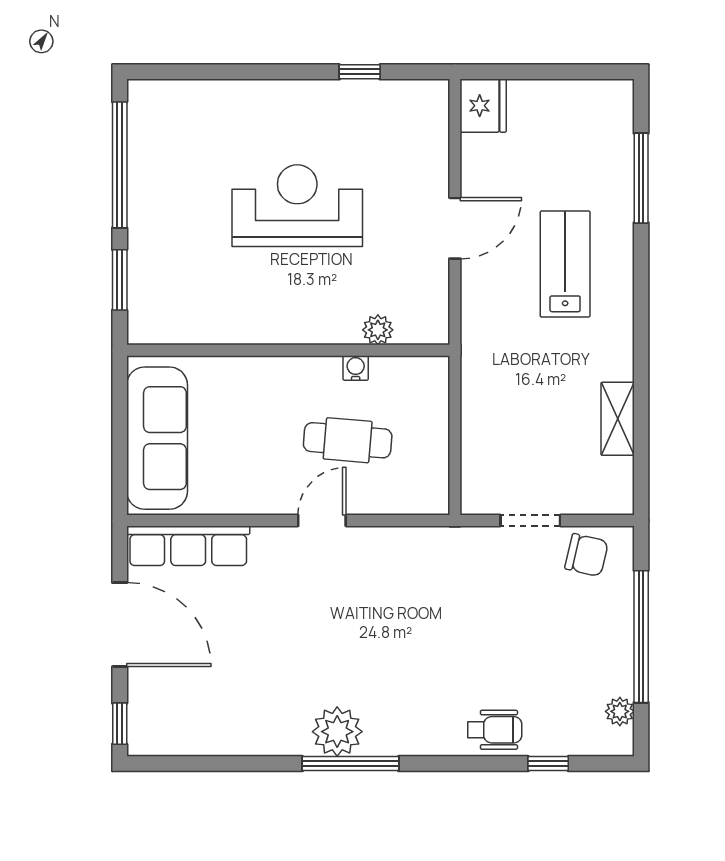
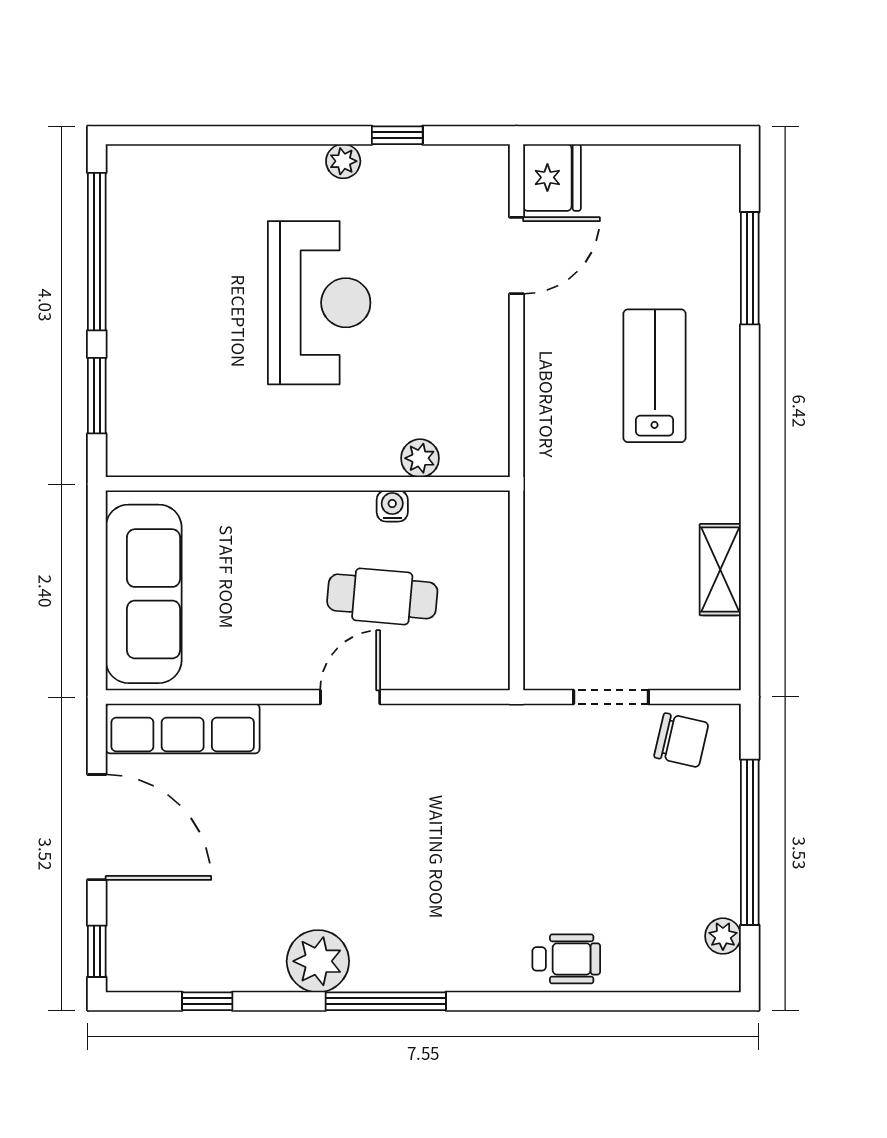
plant: (316, 93) -> (343, 161), added
reception desk: (297, 206) -> (319, 303), turned 90
door: (455, 228) -> (517, 256), moved
plant: (337, 732) -> (318, 961), moved
window: (548, 764) -> (207, 1001), moved

